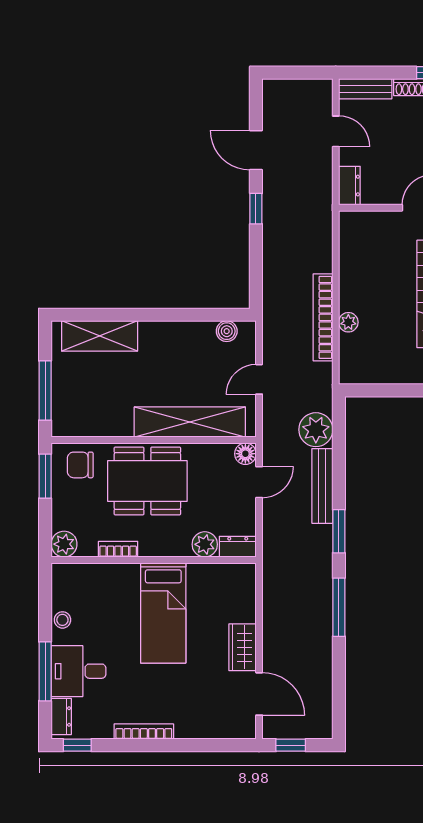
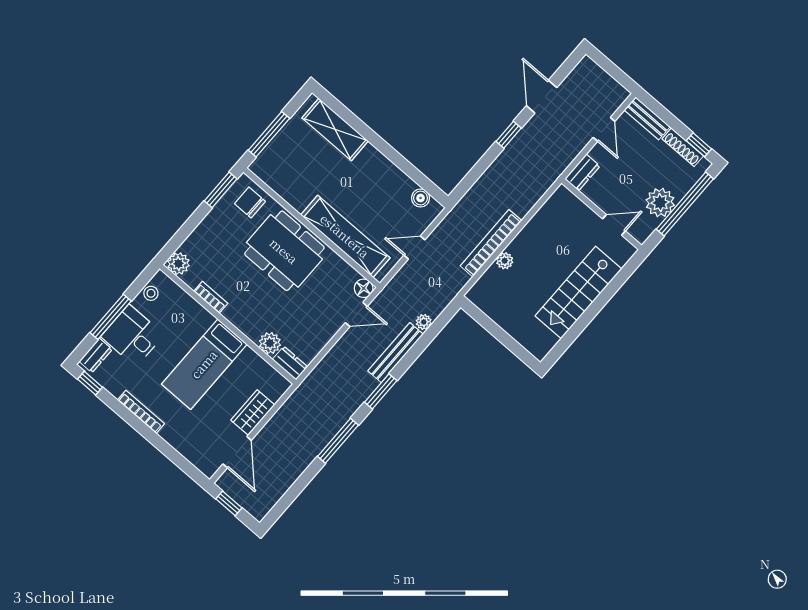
plant: (316, 430) -> (424, 322), width x0.53, depth x0.53
plant: (64, 544) -> (178, 264), moved
plant: (205, 544) -> (270, 343), moved
dresser: (238, 547) -> (290, 363), moved
bookcase: (118, 549) -> (211, 297), moved
wall: (154, 560) -> (228, 324), moved
bed: (163, 613) -> (204, 364), moved

